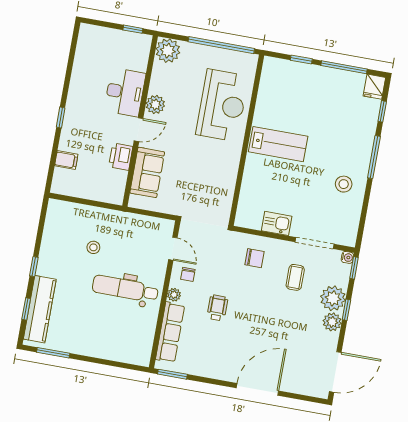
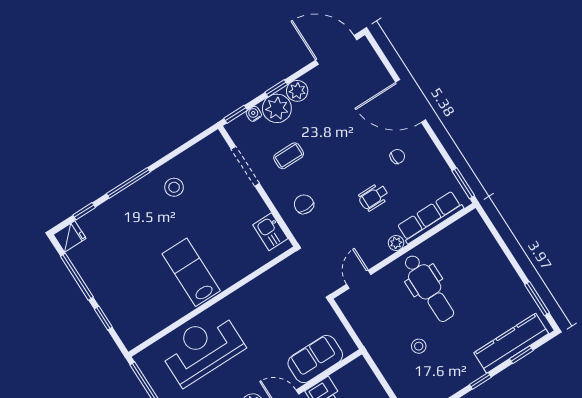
kitchen sink: (277, 223) -> (270, 232), moved
water cooler: (347, 257) -> (254, 114), moved
chair: (188, 274) -> (397, 156), moved

